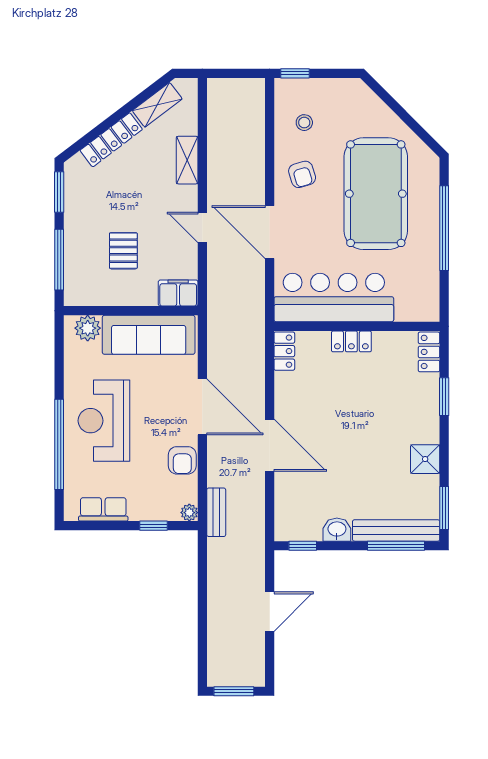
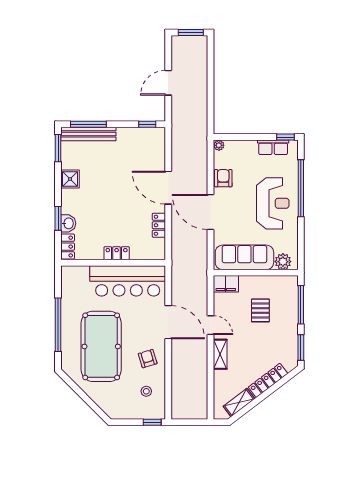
shelving: (187, 160) -> (220, 354), moved
locker: (284, 351) -> (159, 225), moved
bench: (216, 512) -> (202, 145), removed
window: (153, 526) -> (286, 137), moved
washbasin: (337, 530) -> (68, 223), moved, turned -90

